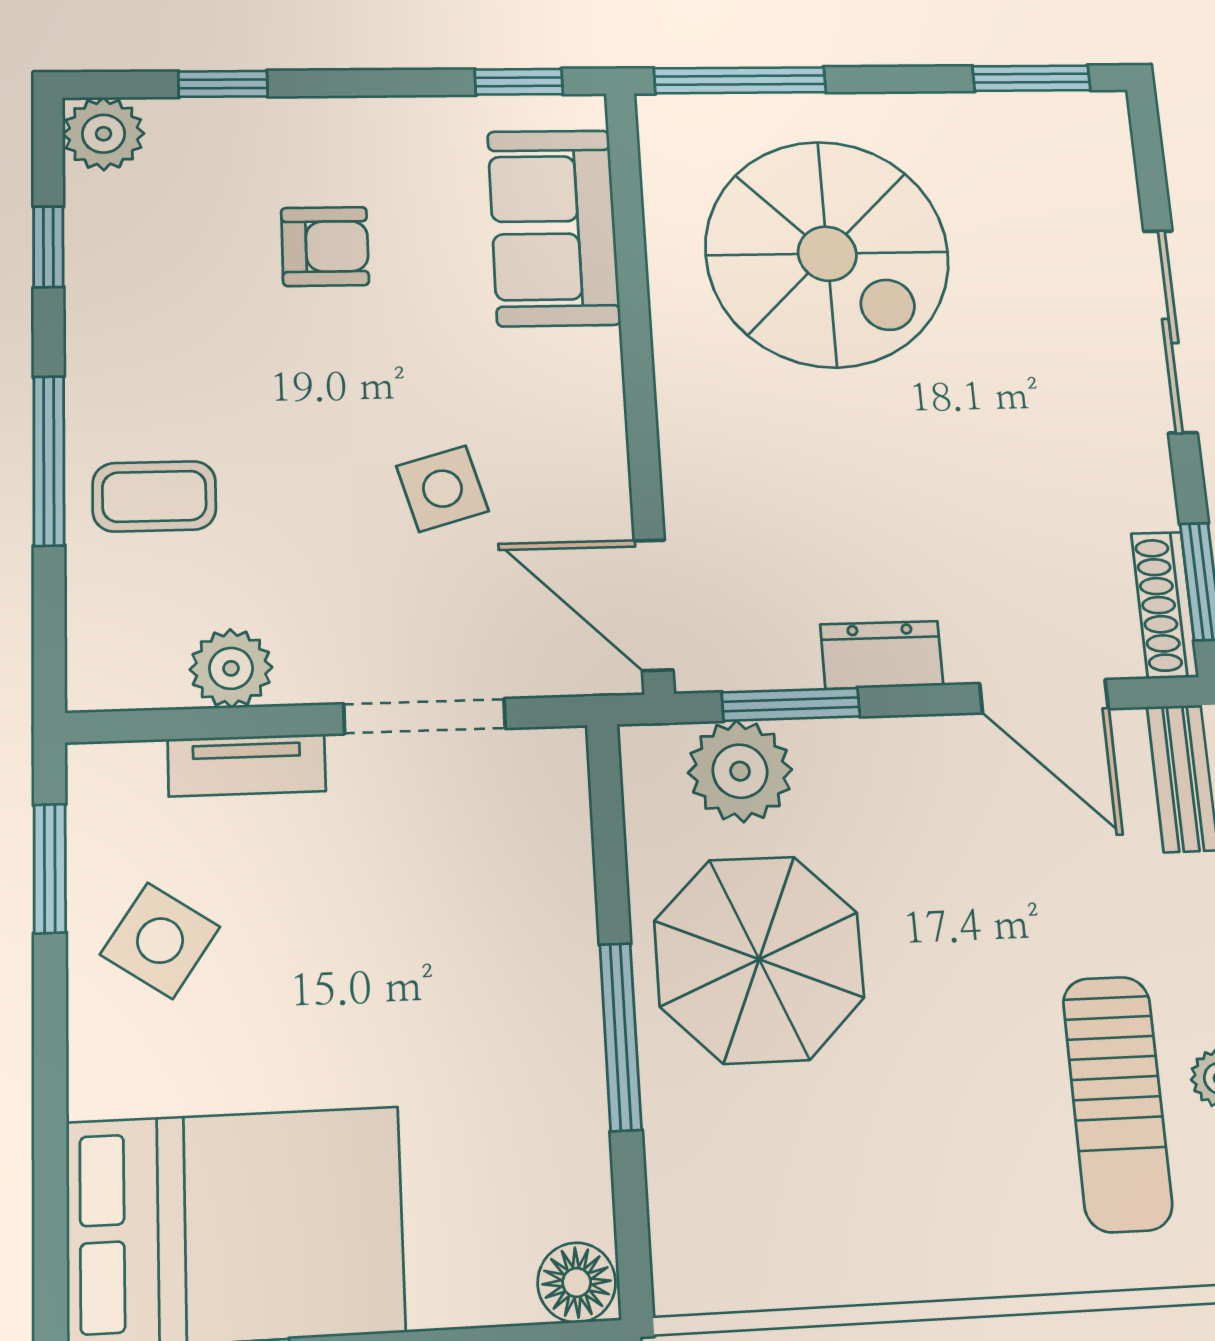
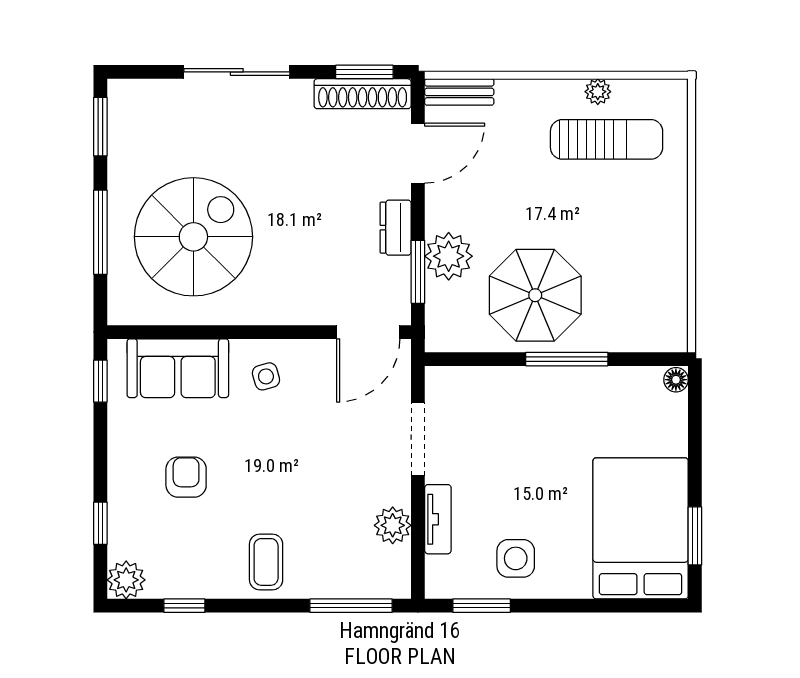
window: (740, 80) -> (100, 232), moved
window: (49, 461) -> (351, 606), moved
side table: (442, 489) -> (266, 376), moved, width x0.73, depth x0.73
coffee table: (154, 496) -> (266, 562), moved
shoe rack: (1165, 605) -> (363, 94), width x1.36, depth x1.24
plant: (740, 771) -> (449, 256), moved
side table: (160, 941) -> (516, 558), turned -34
floor lamp: (577, 1282) -> (676, 380), width x0.73, depth x0.73

